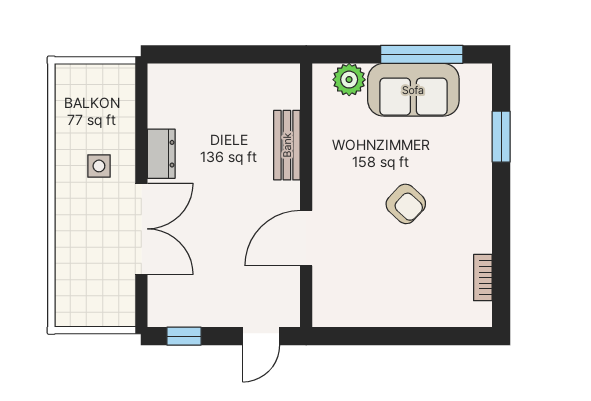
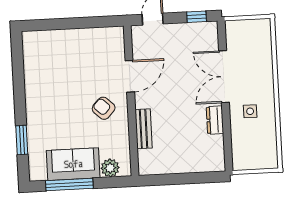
armchair: (406, 204) -> (104, 108), moved
bookcase: (483, 278) -> (28, 59), removed

